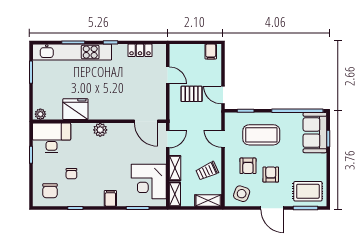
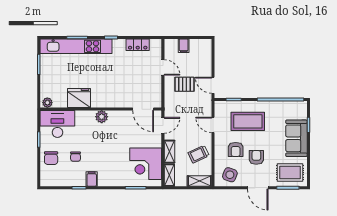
filing cabinet: (211, 52) -> (184, 46), moved
sofa: (315, 133) -> (296, 138), moved
chair: (50, 191) -> (51, 158), moved
filing cabinet: (110, 198) -> (92, 179), moved

